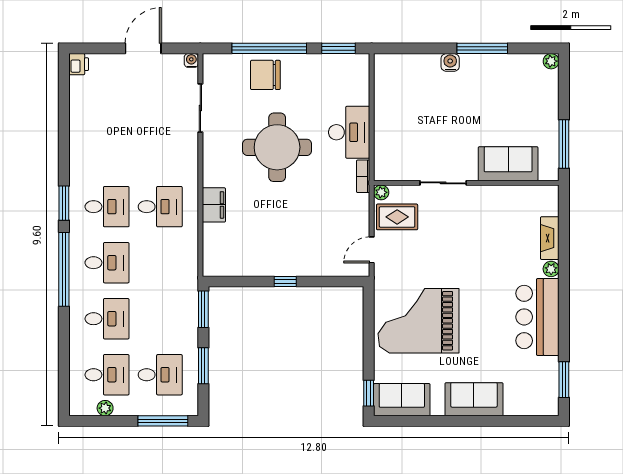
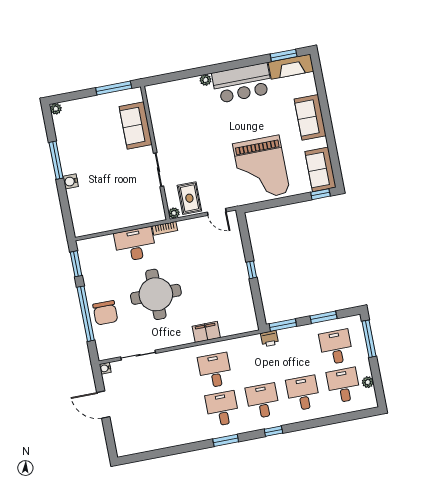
printer: (79, 64) -> (269, 339), moved, turned 180
fireplace: (550, 238) -> (291, 67), moved, width x1.37, depth x1.32
window: (64, 269) -> (273, 431), width x0.32

